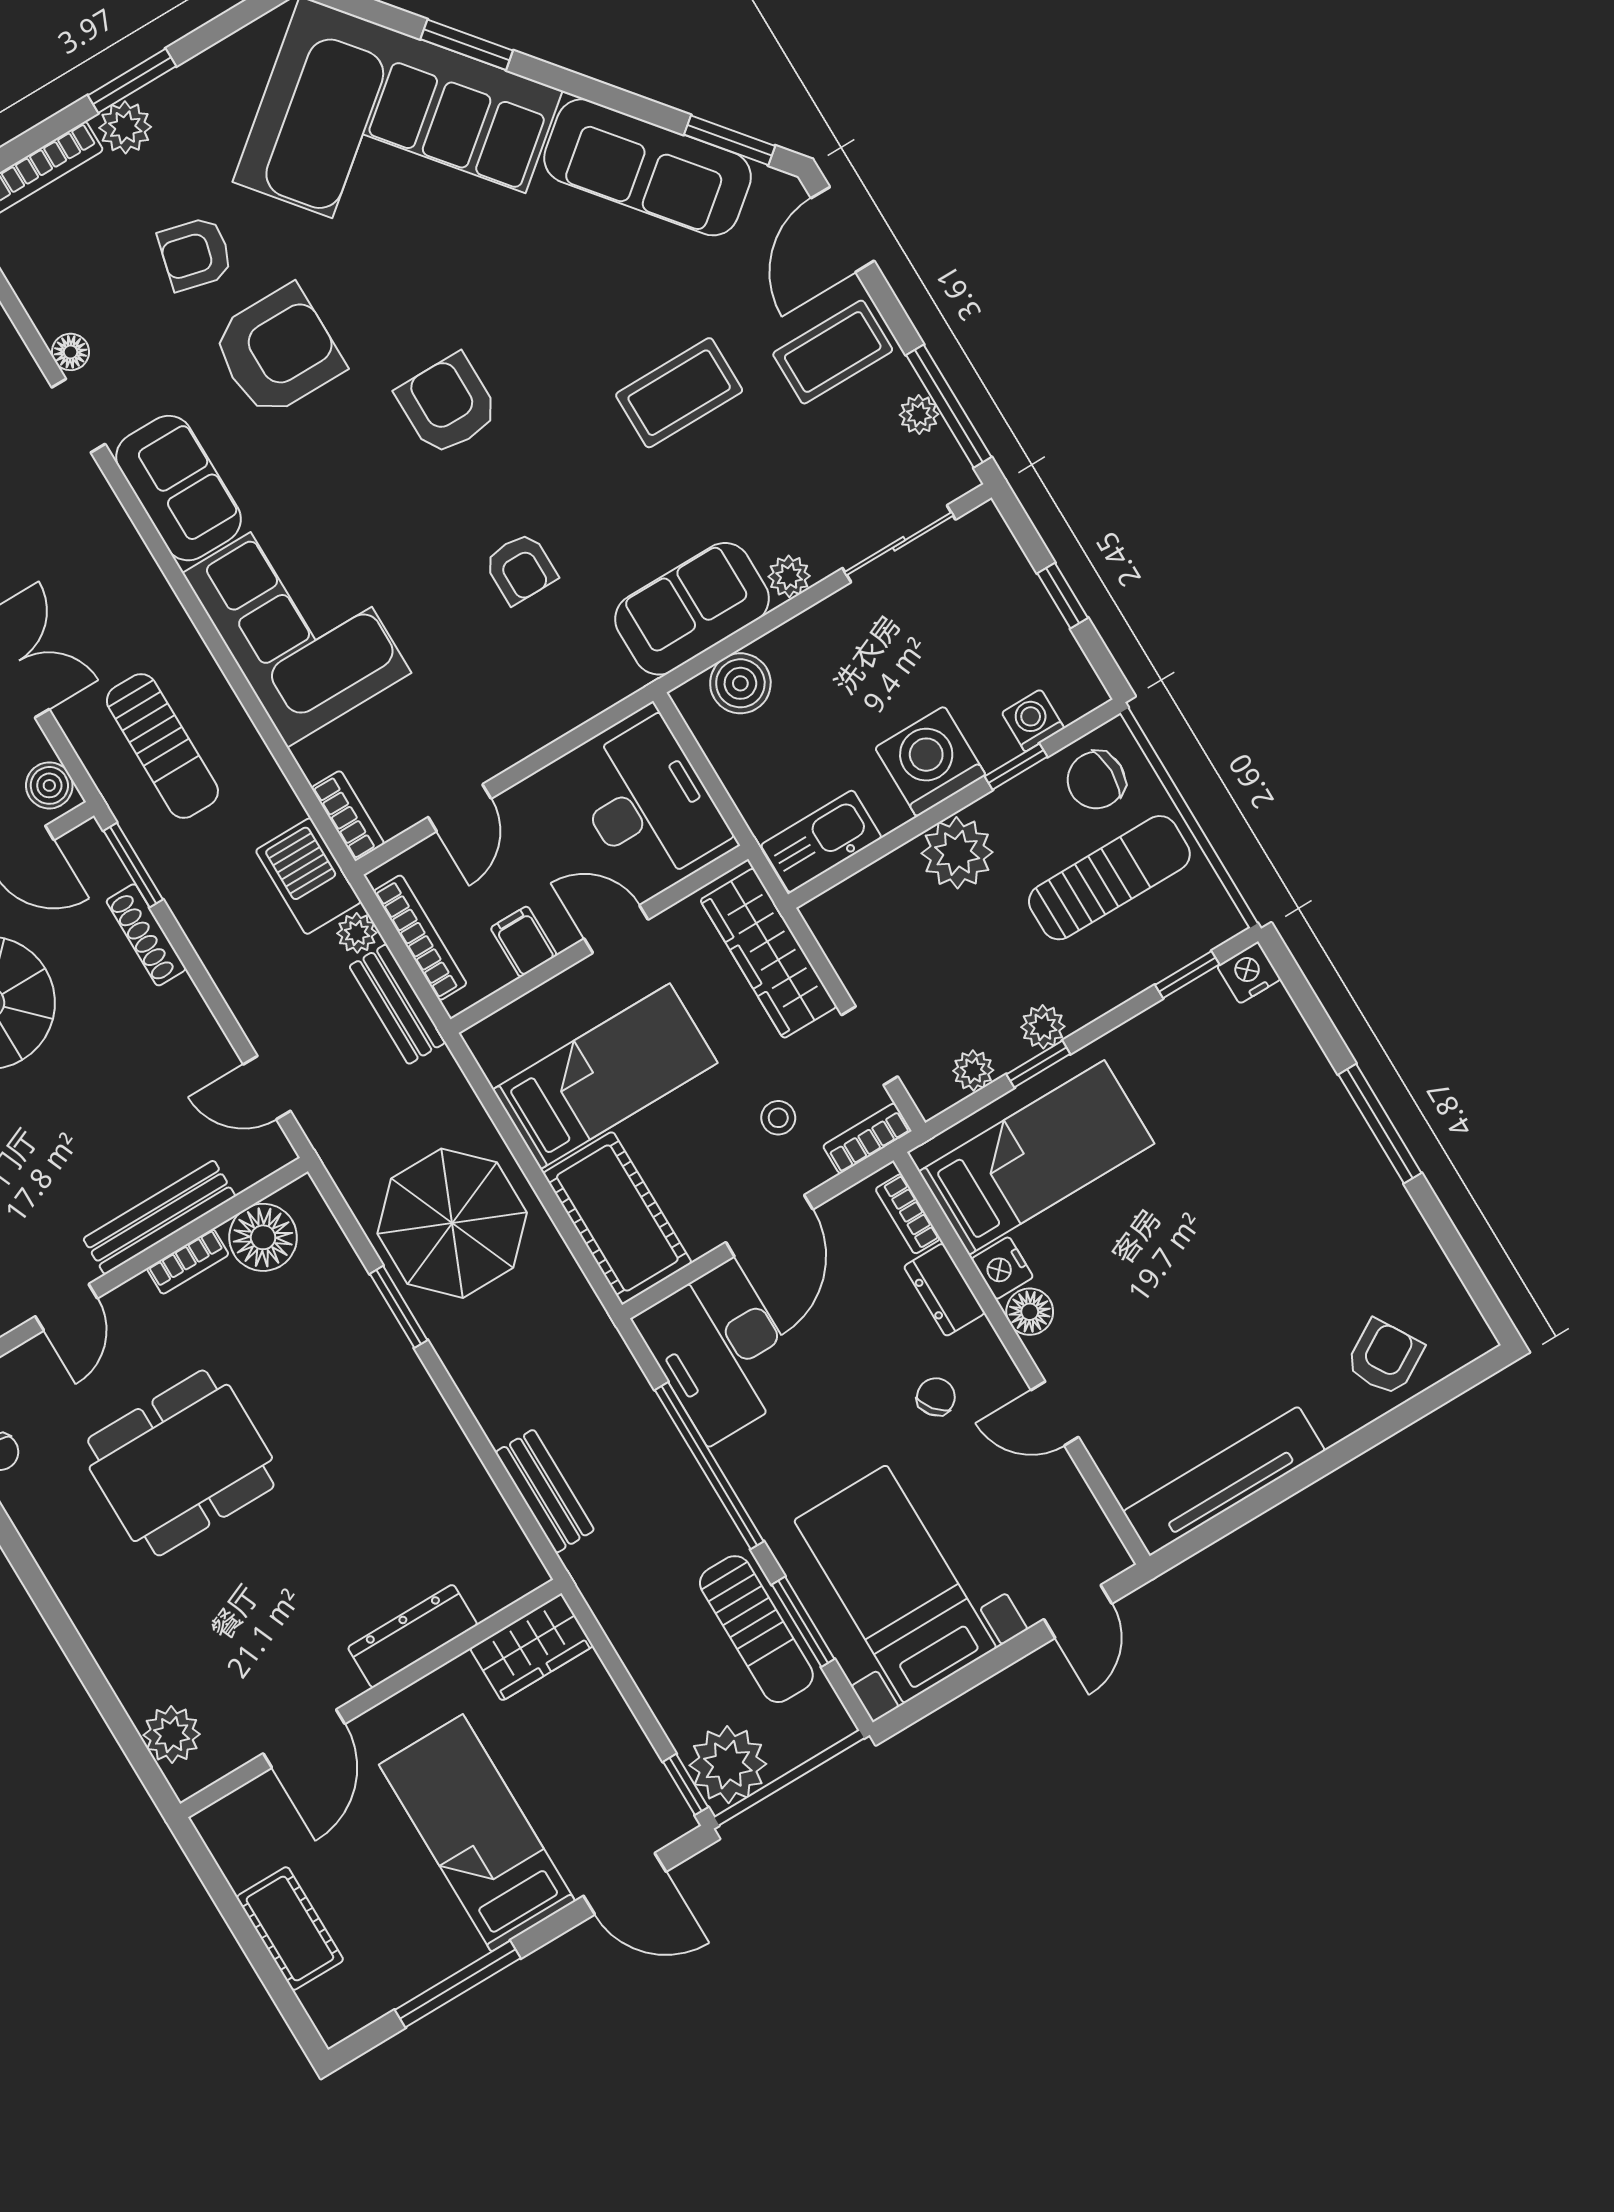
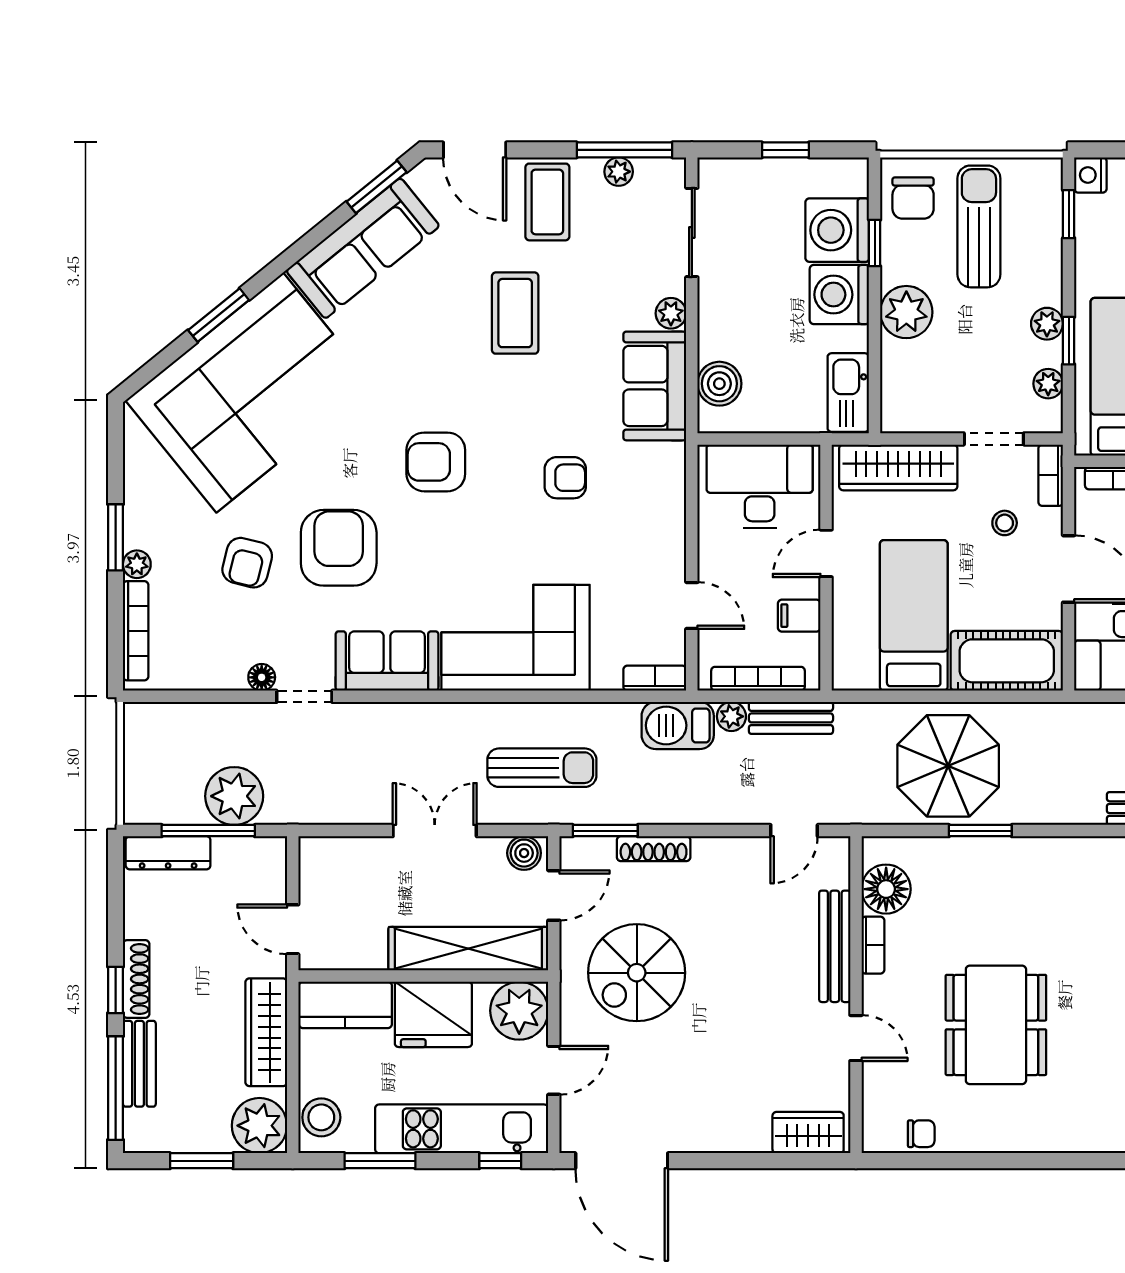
plant: (125, 127) -> (137, 564), width x0.73, depth x0.73
washing machine: (1033, 720) -> (837, 230), width x1.89, depth x1.89

